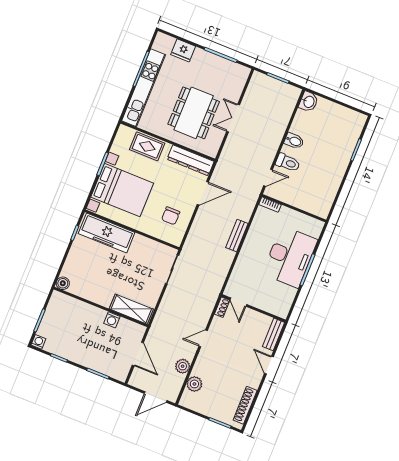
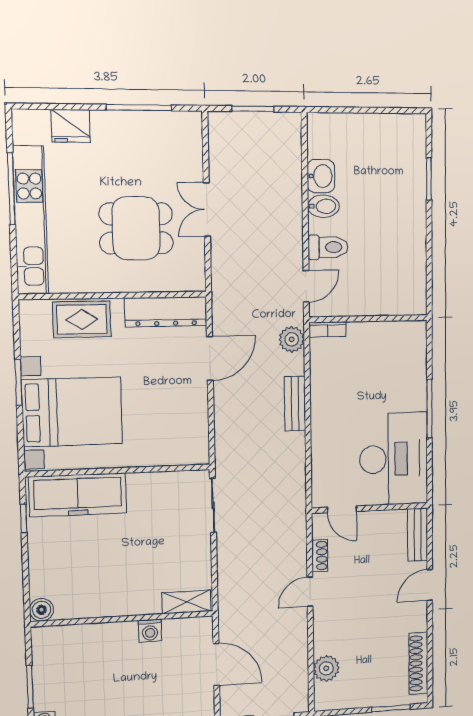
washbasin: (309, 102) -> (321, 176), moved
dining table: (194, 113) -> (136, 228), width x0.73
chair: (171, 216) -> (173, 419), removed
desk: (290, 257) -> (394, 459), moved
shoe rack: (222, 307) -> (320, 556), moved
shelving: (131, 309) -> (186, 602), width x0.67, depth x0.75
door: (269, 365) -> (430, 585), hinge flipped
plant: (183, 366) -> (292, 339), moved

